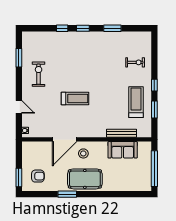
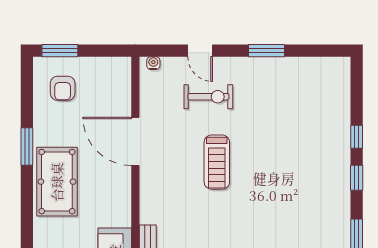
window: (19, 58) -> (266, 51), moved
exercise bike: (39, 74) -> (208, 97), moved
door: (19, 107) -> (200, 51), hinge flipped
stool: (83, 153) -> (108, 179), removed

